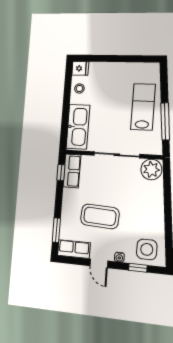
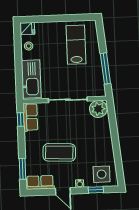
lab bench: (143, 107) -> (76, 45), moved

